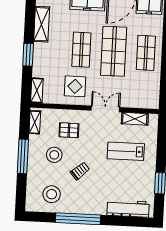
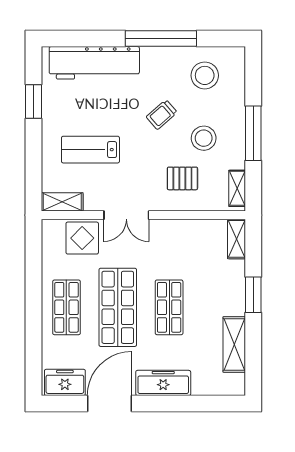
display table: (75, 86) -> (82, 238), moved
shelving: (135, 119) -> (62, 202), moved
lab bench: (126, 151) -> (90, 150), turned 180
workbench: (128, 209) -> (94, 63), width x1.36, depth x1.32

